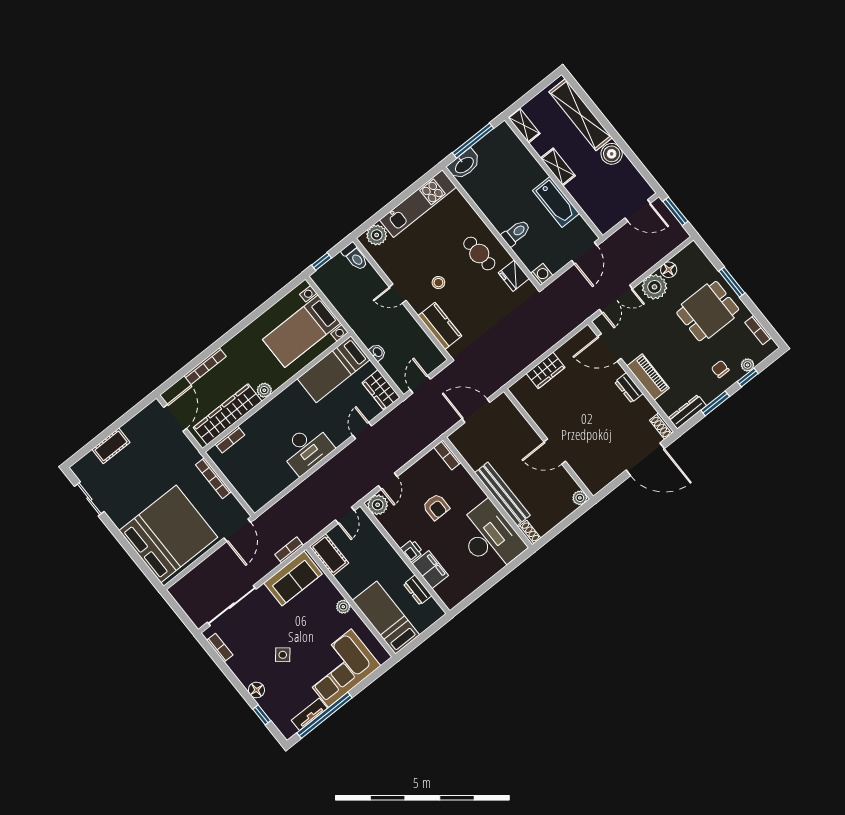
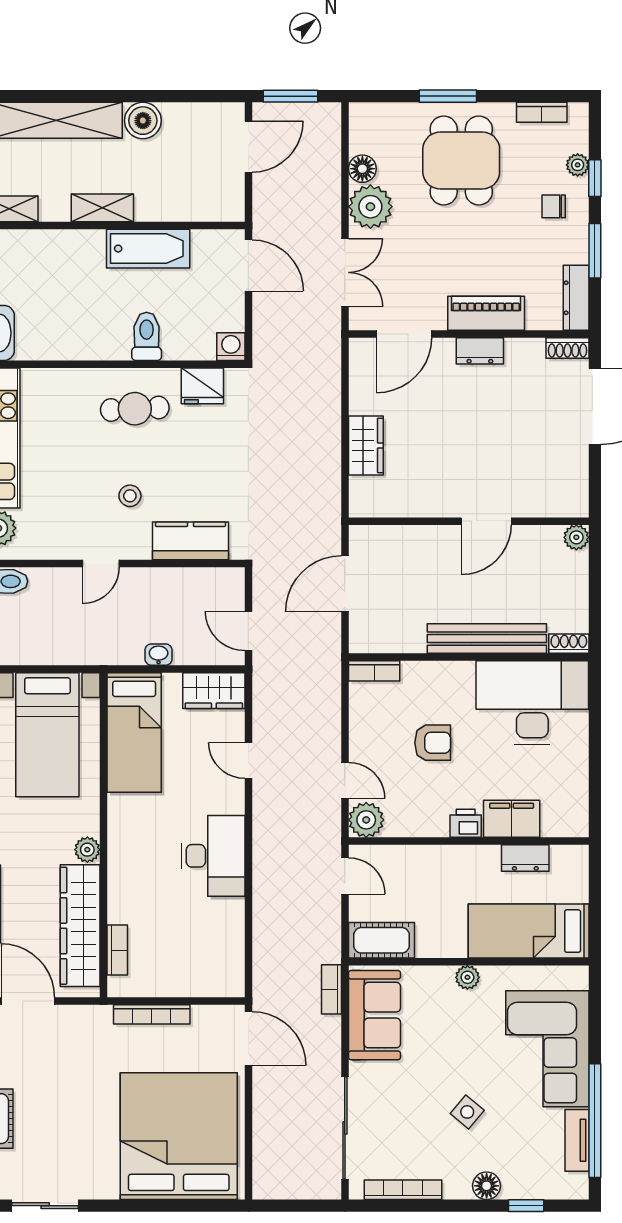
bookcase: (220, 648) -> (403, 1190), width x1.56

